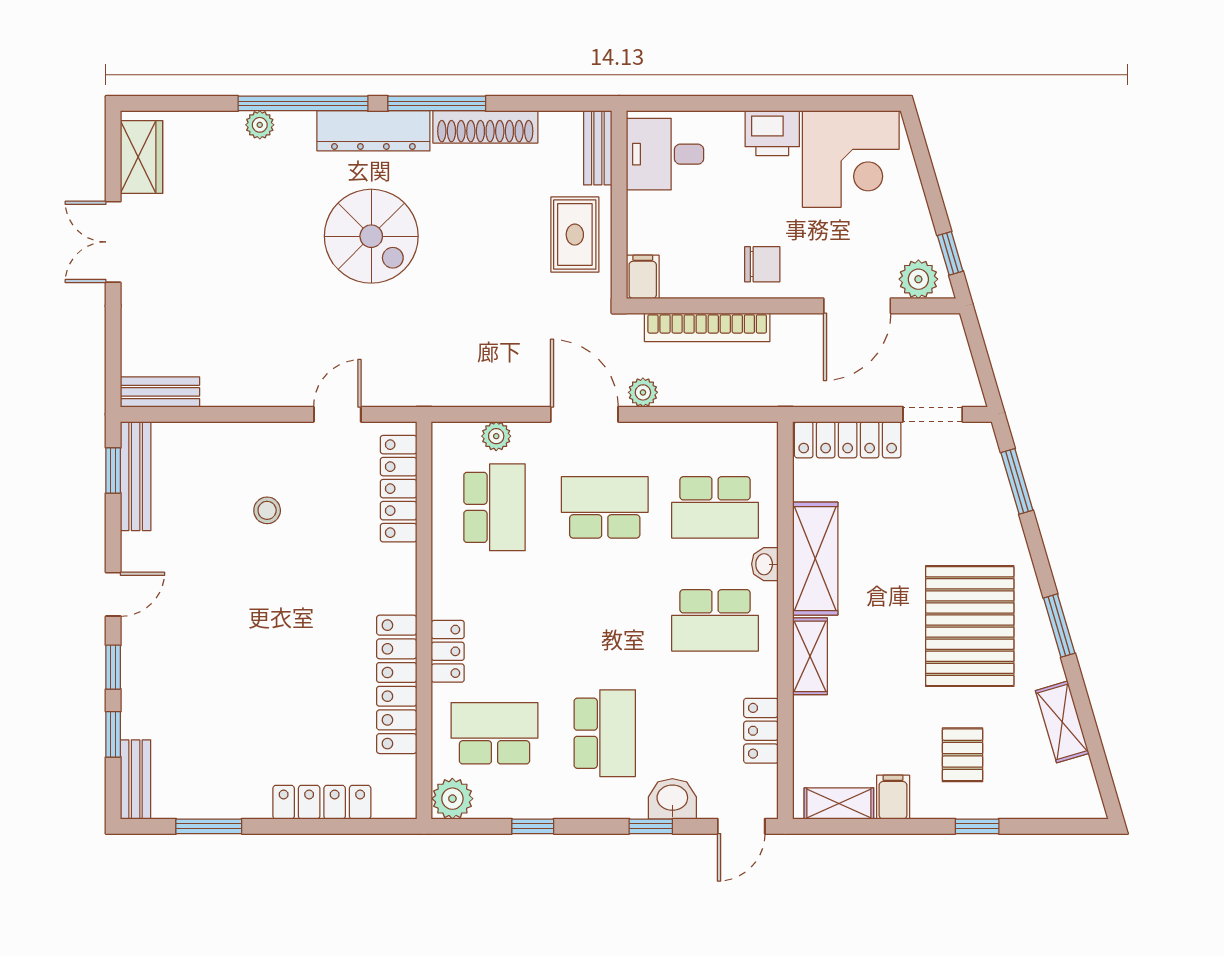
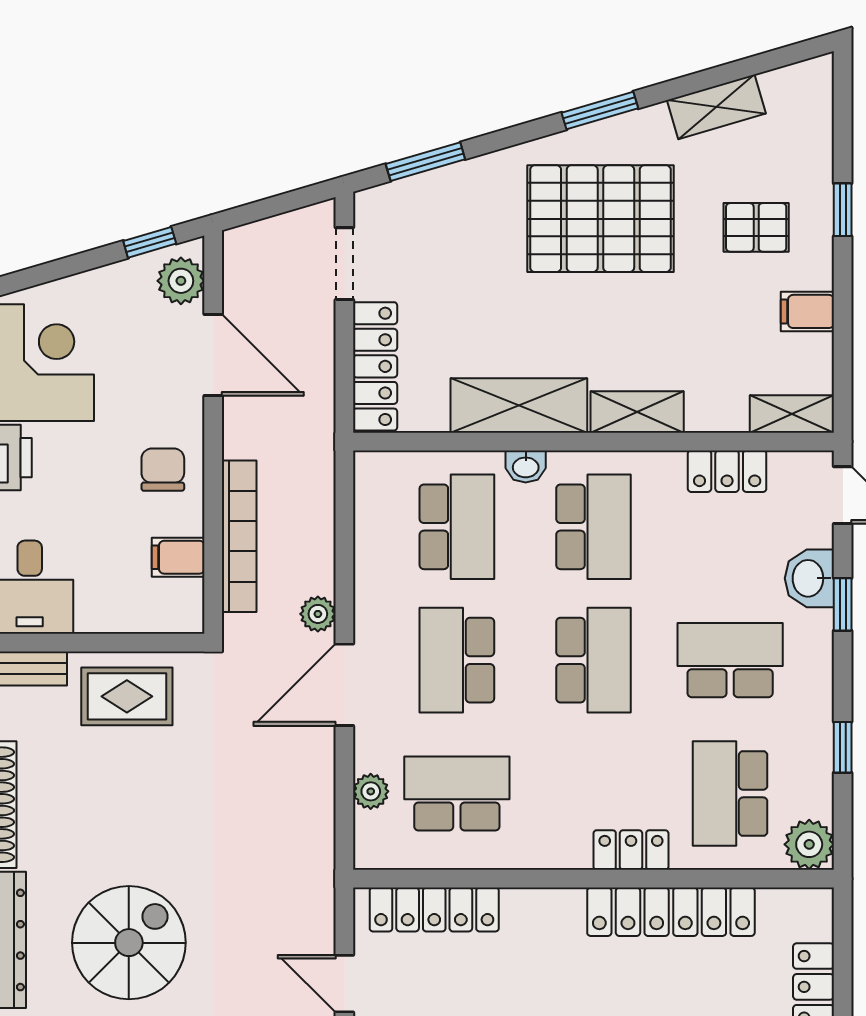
filing cabinet: (643, 277) -> (178, 557), moved
school desk: (605, 620) -> (593, 660), added
shelving: (839, 803) -> (792, 414), moved, turned 90

